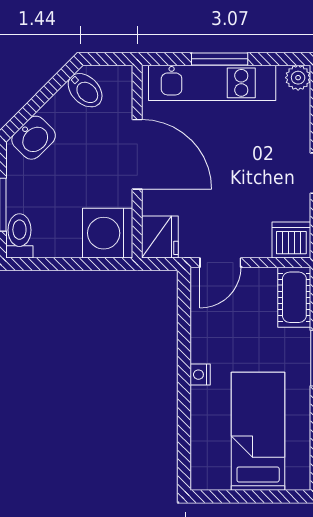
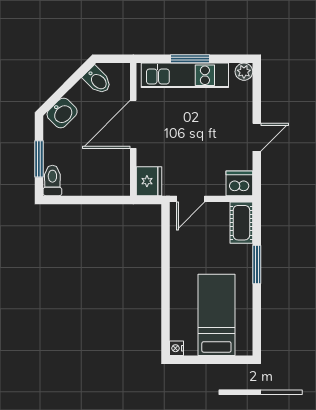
door: (137, 154) -> (133, 124), swing flipped
washing machine: (108, 233) -> (113, 179), removed
nightstand: (200, 375) -> (177, 348), moved

